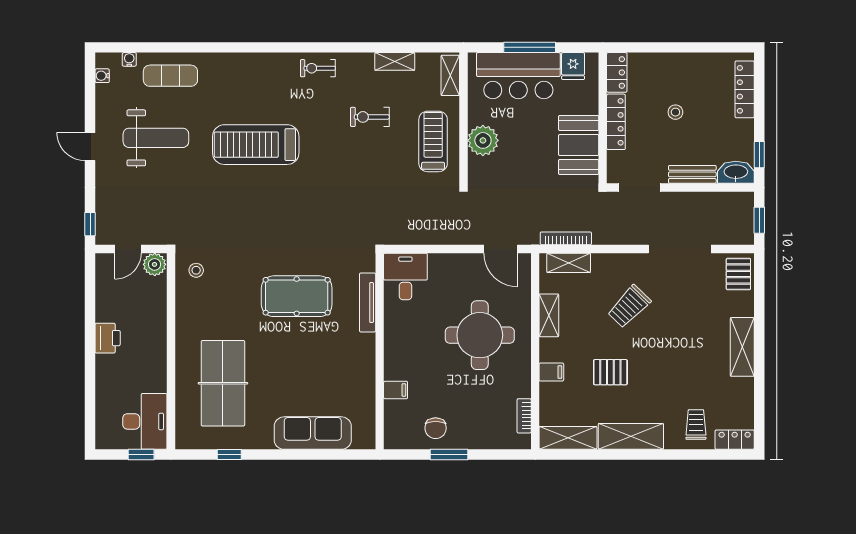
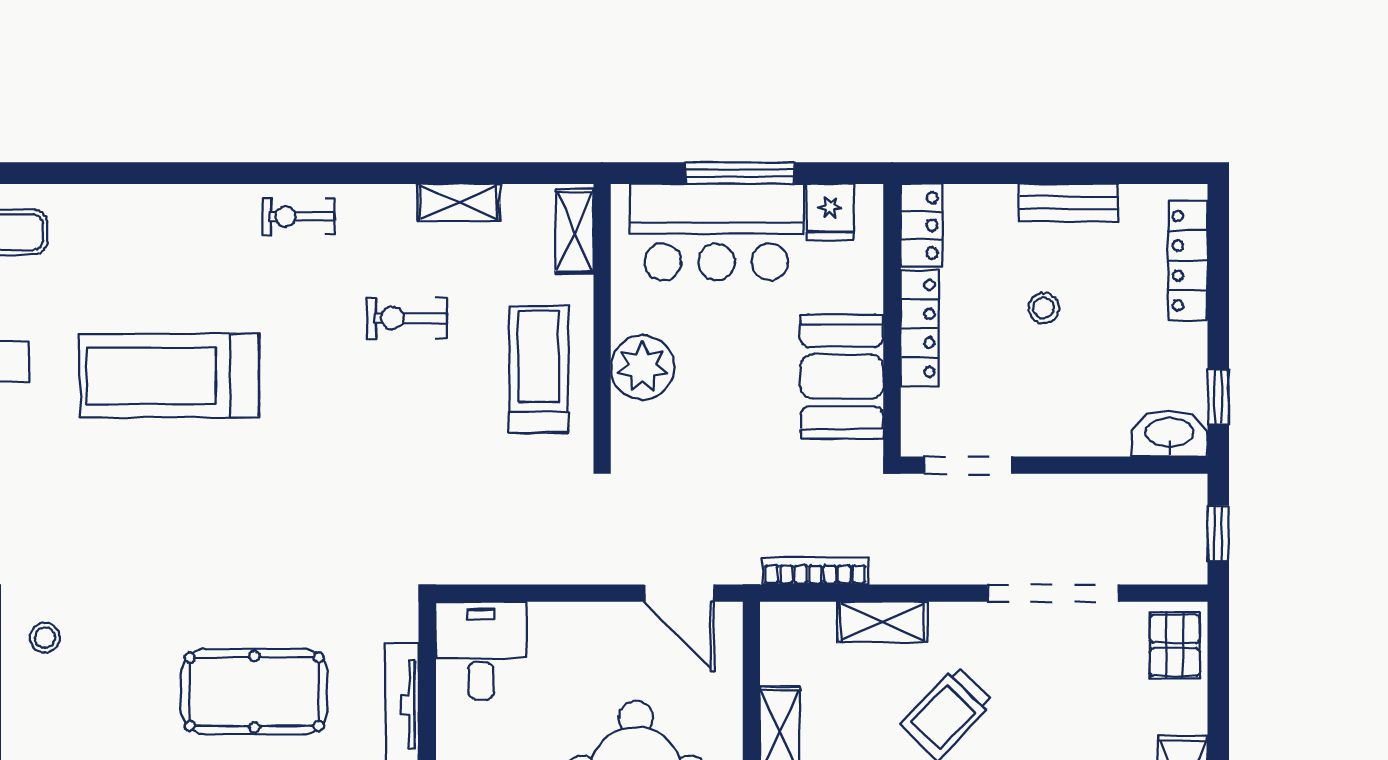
bench: (692, 174) -> (1068, 203), moved
shelving: (569, 263) -> (882, 622), moved

